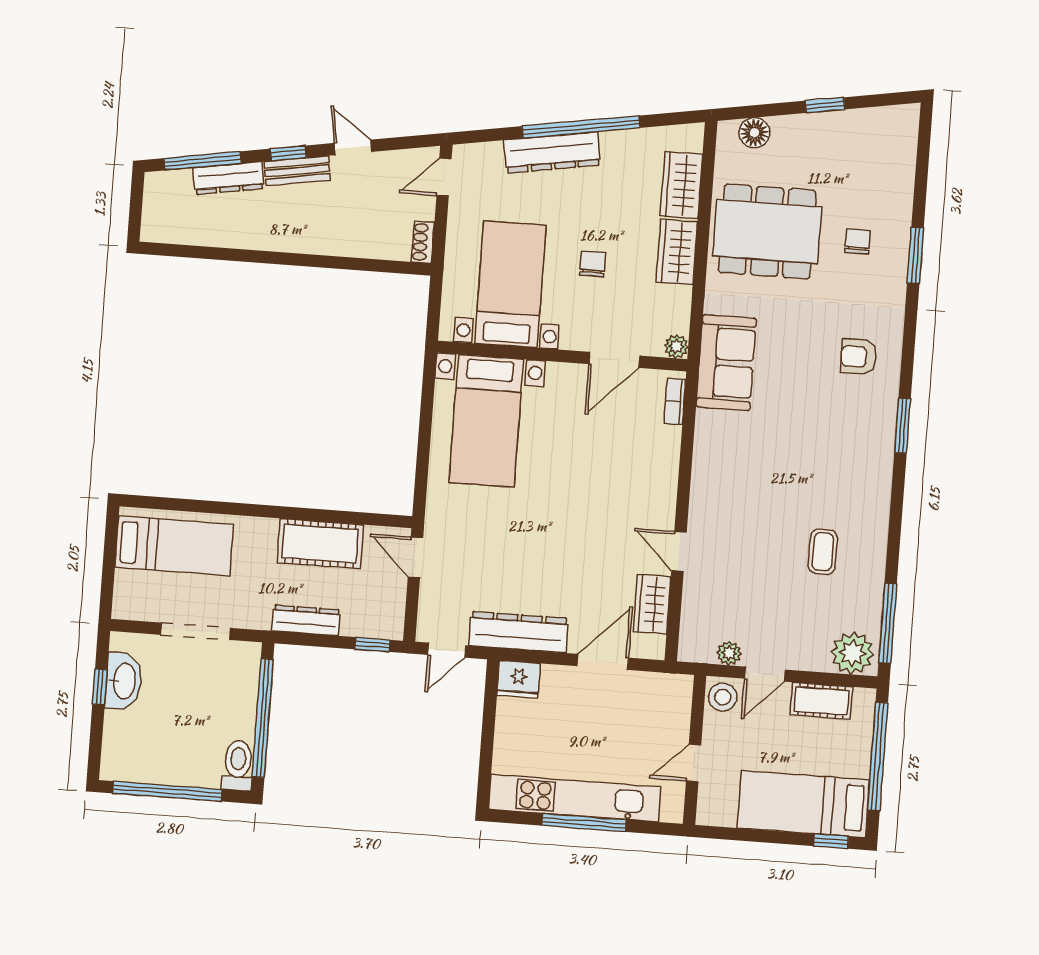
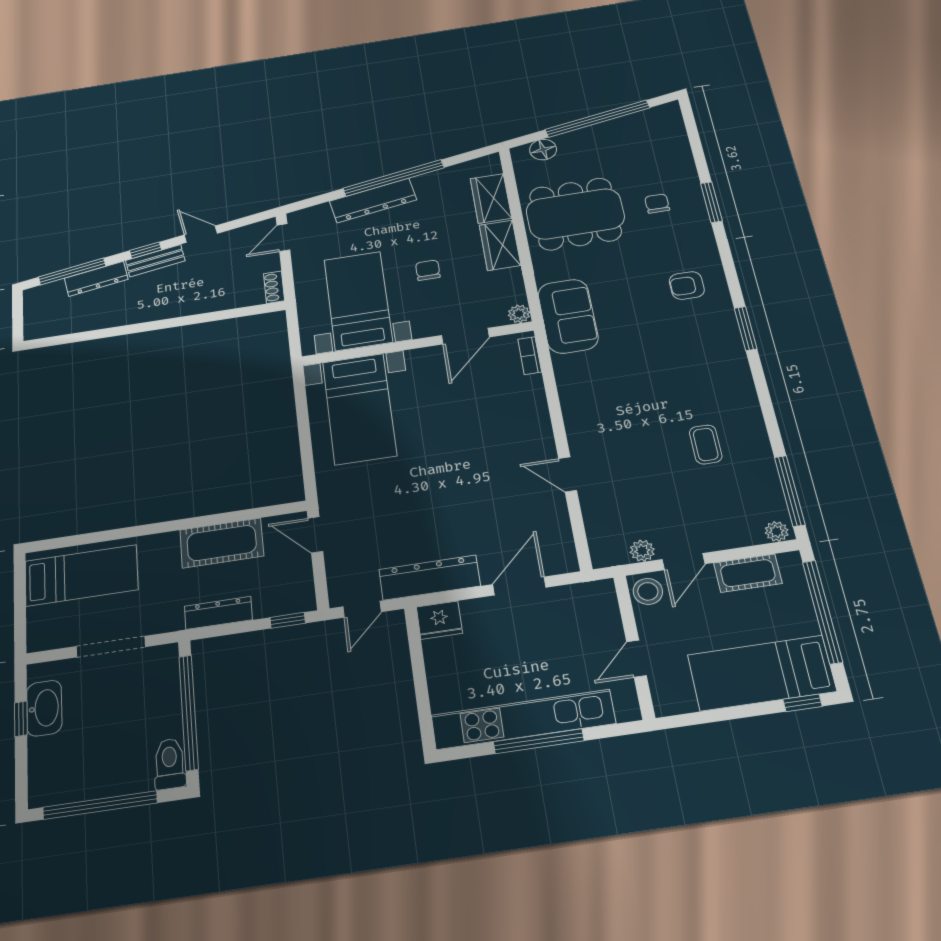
window: (825, 105) -> (597, 119), width x3.17
wardrobe: (652, 604) -> (554, 525), removed
plant: (852, 653) -> (777, 531), width x0.53, depth x0.53

